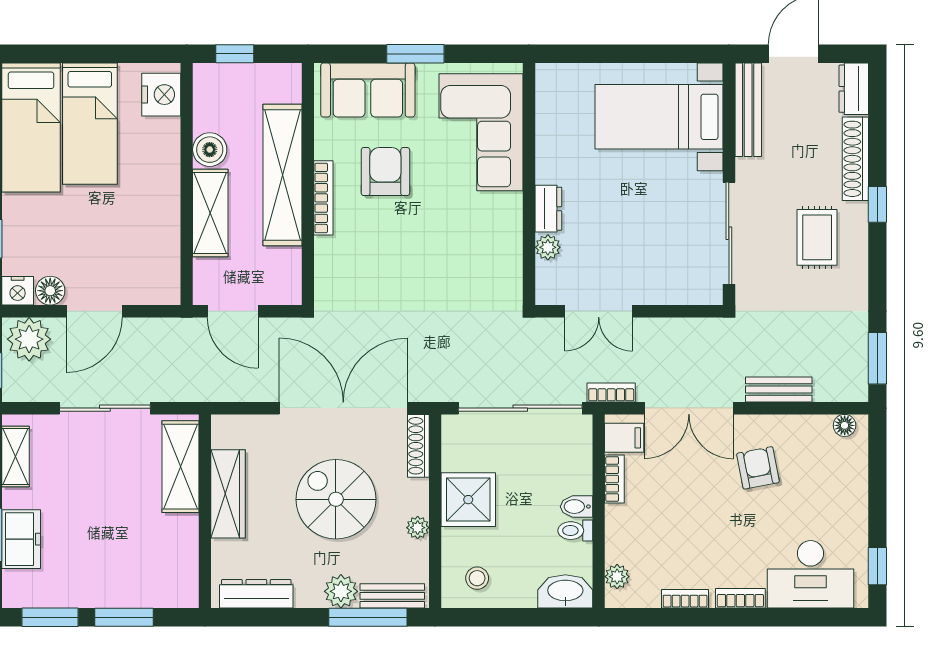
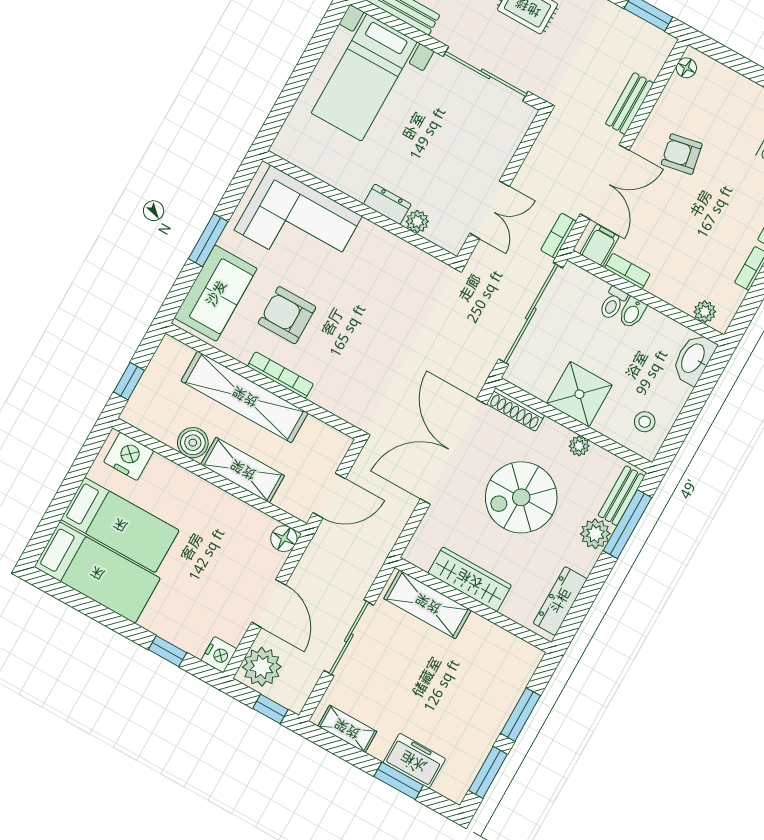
floor lamp: (50, 291) -> (284, 539), moved
toilet: (575, 531) -> (613, 303), moved

